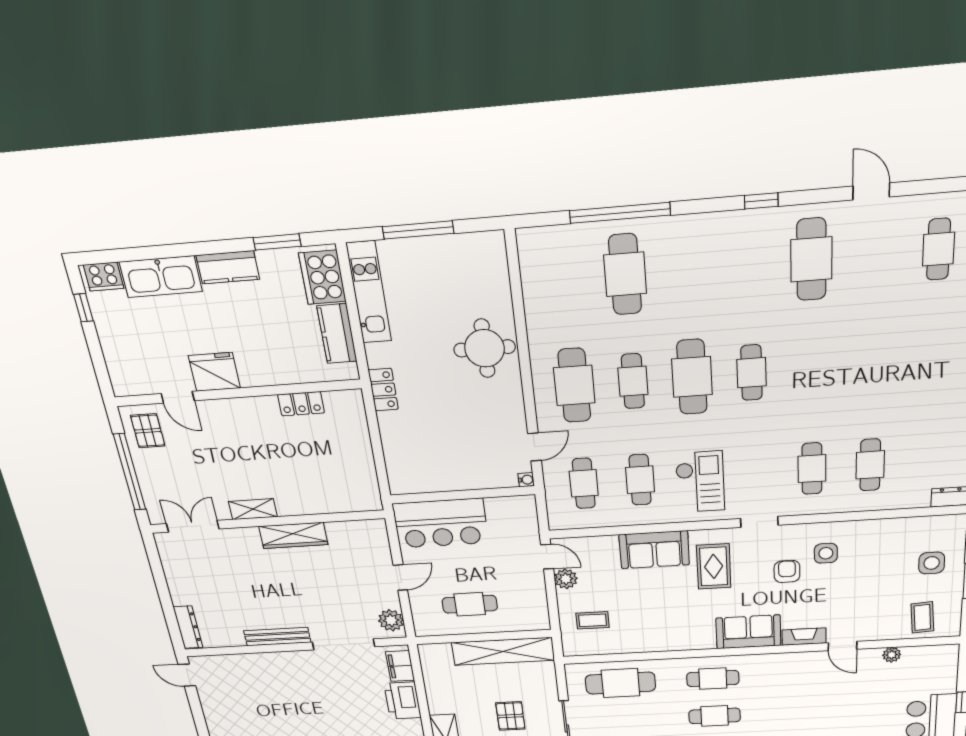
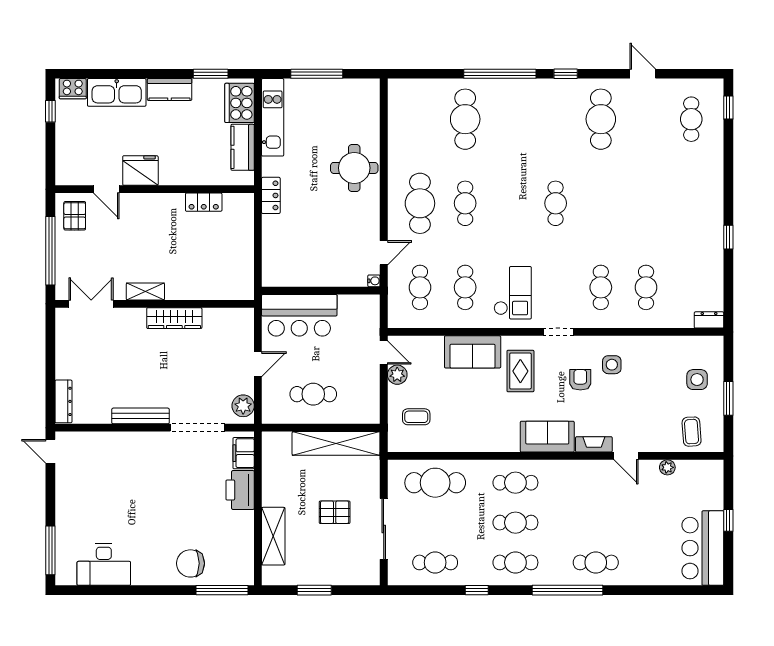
window: (620, 213) -> (500, 74), moved
cafe table: (692, 377) -> (510, 203), removed
pallet: (510, 716) -> (335, 512), turned 90

